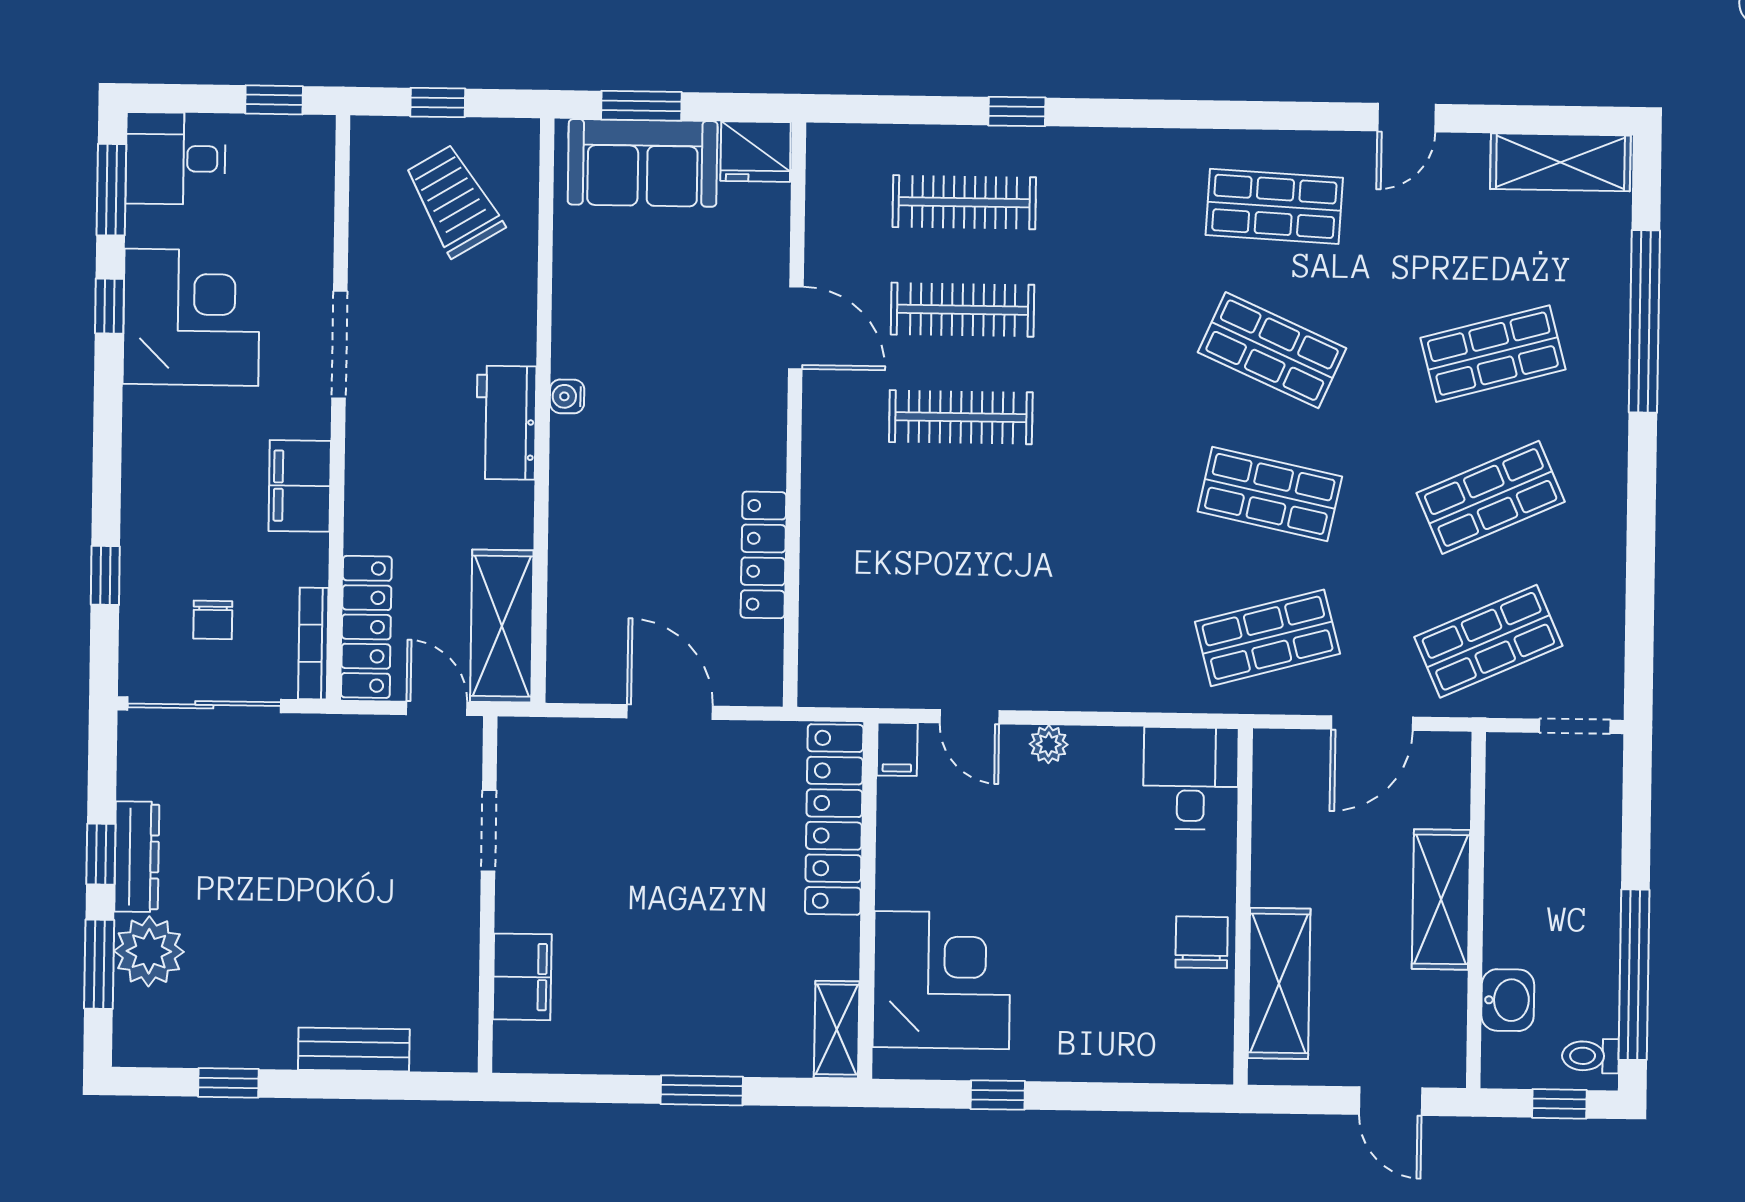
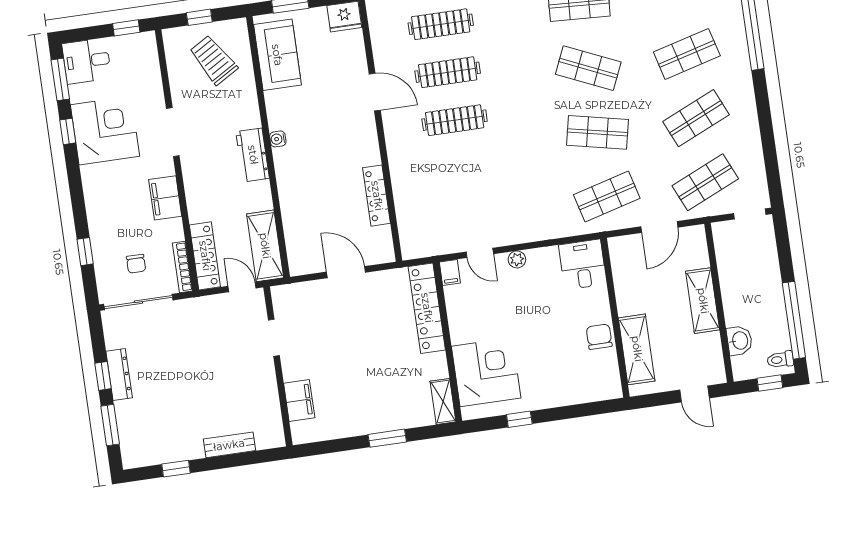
sofa: (643, 163) -> (277, 55), moved, turned -90
plant: (149, 951) -> (131, 416), removed

